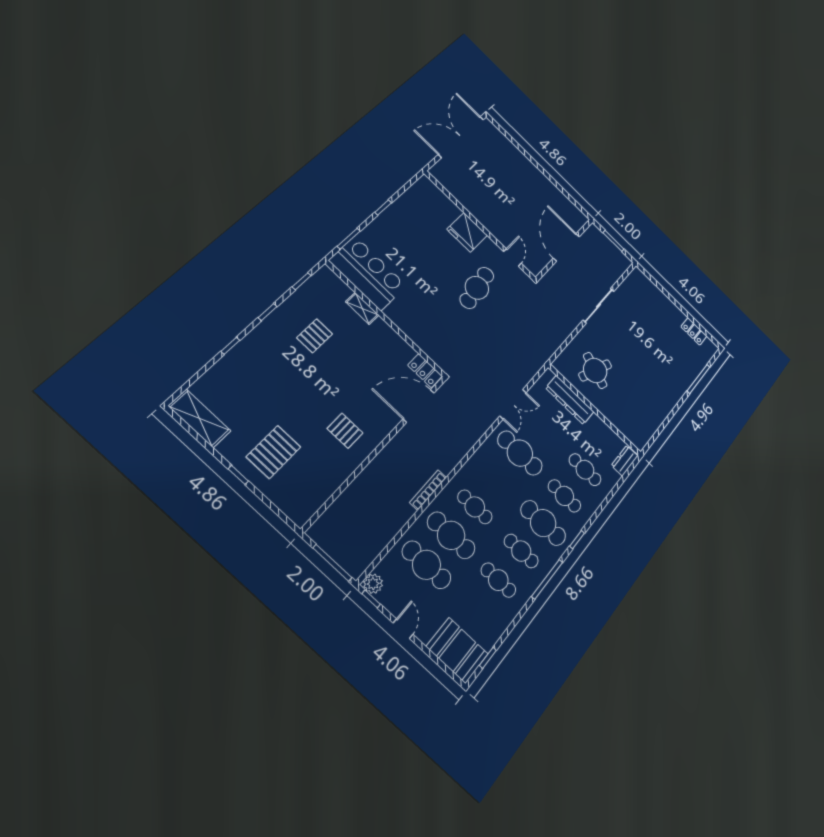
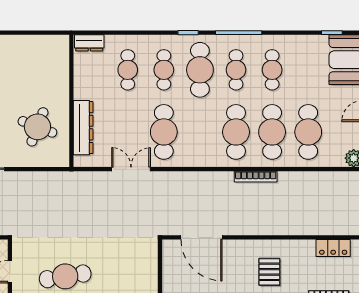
locker: (425, 371) -> (333, 248), moved, turned 90
cafe table: (475, 507) -> (236, 132), width x1.37, depth x1.35

